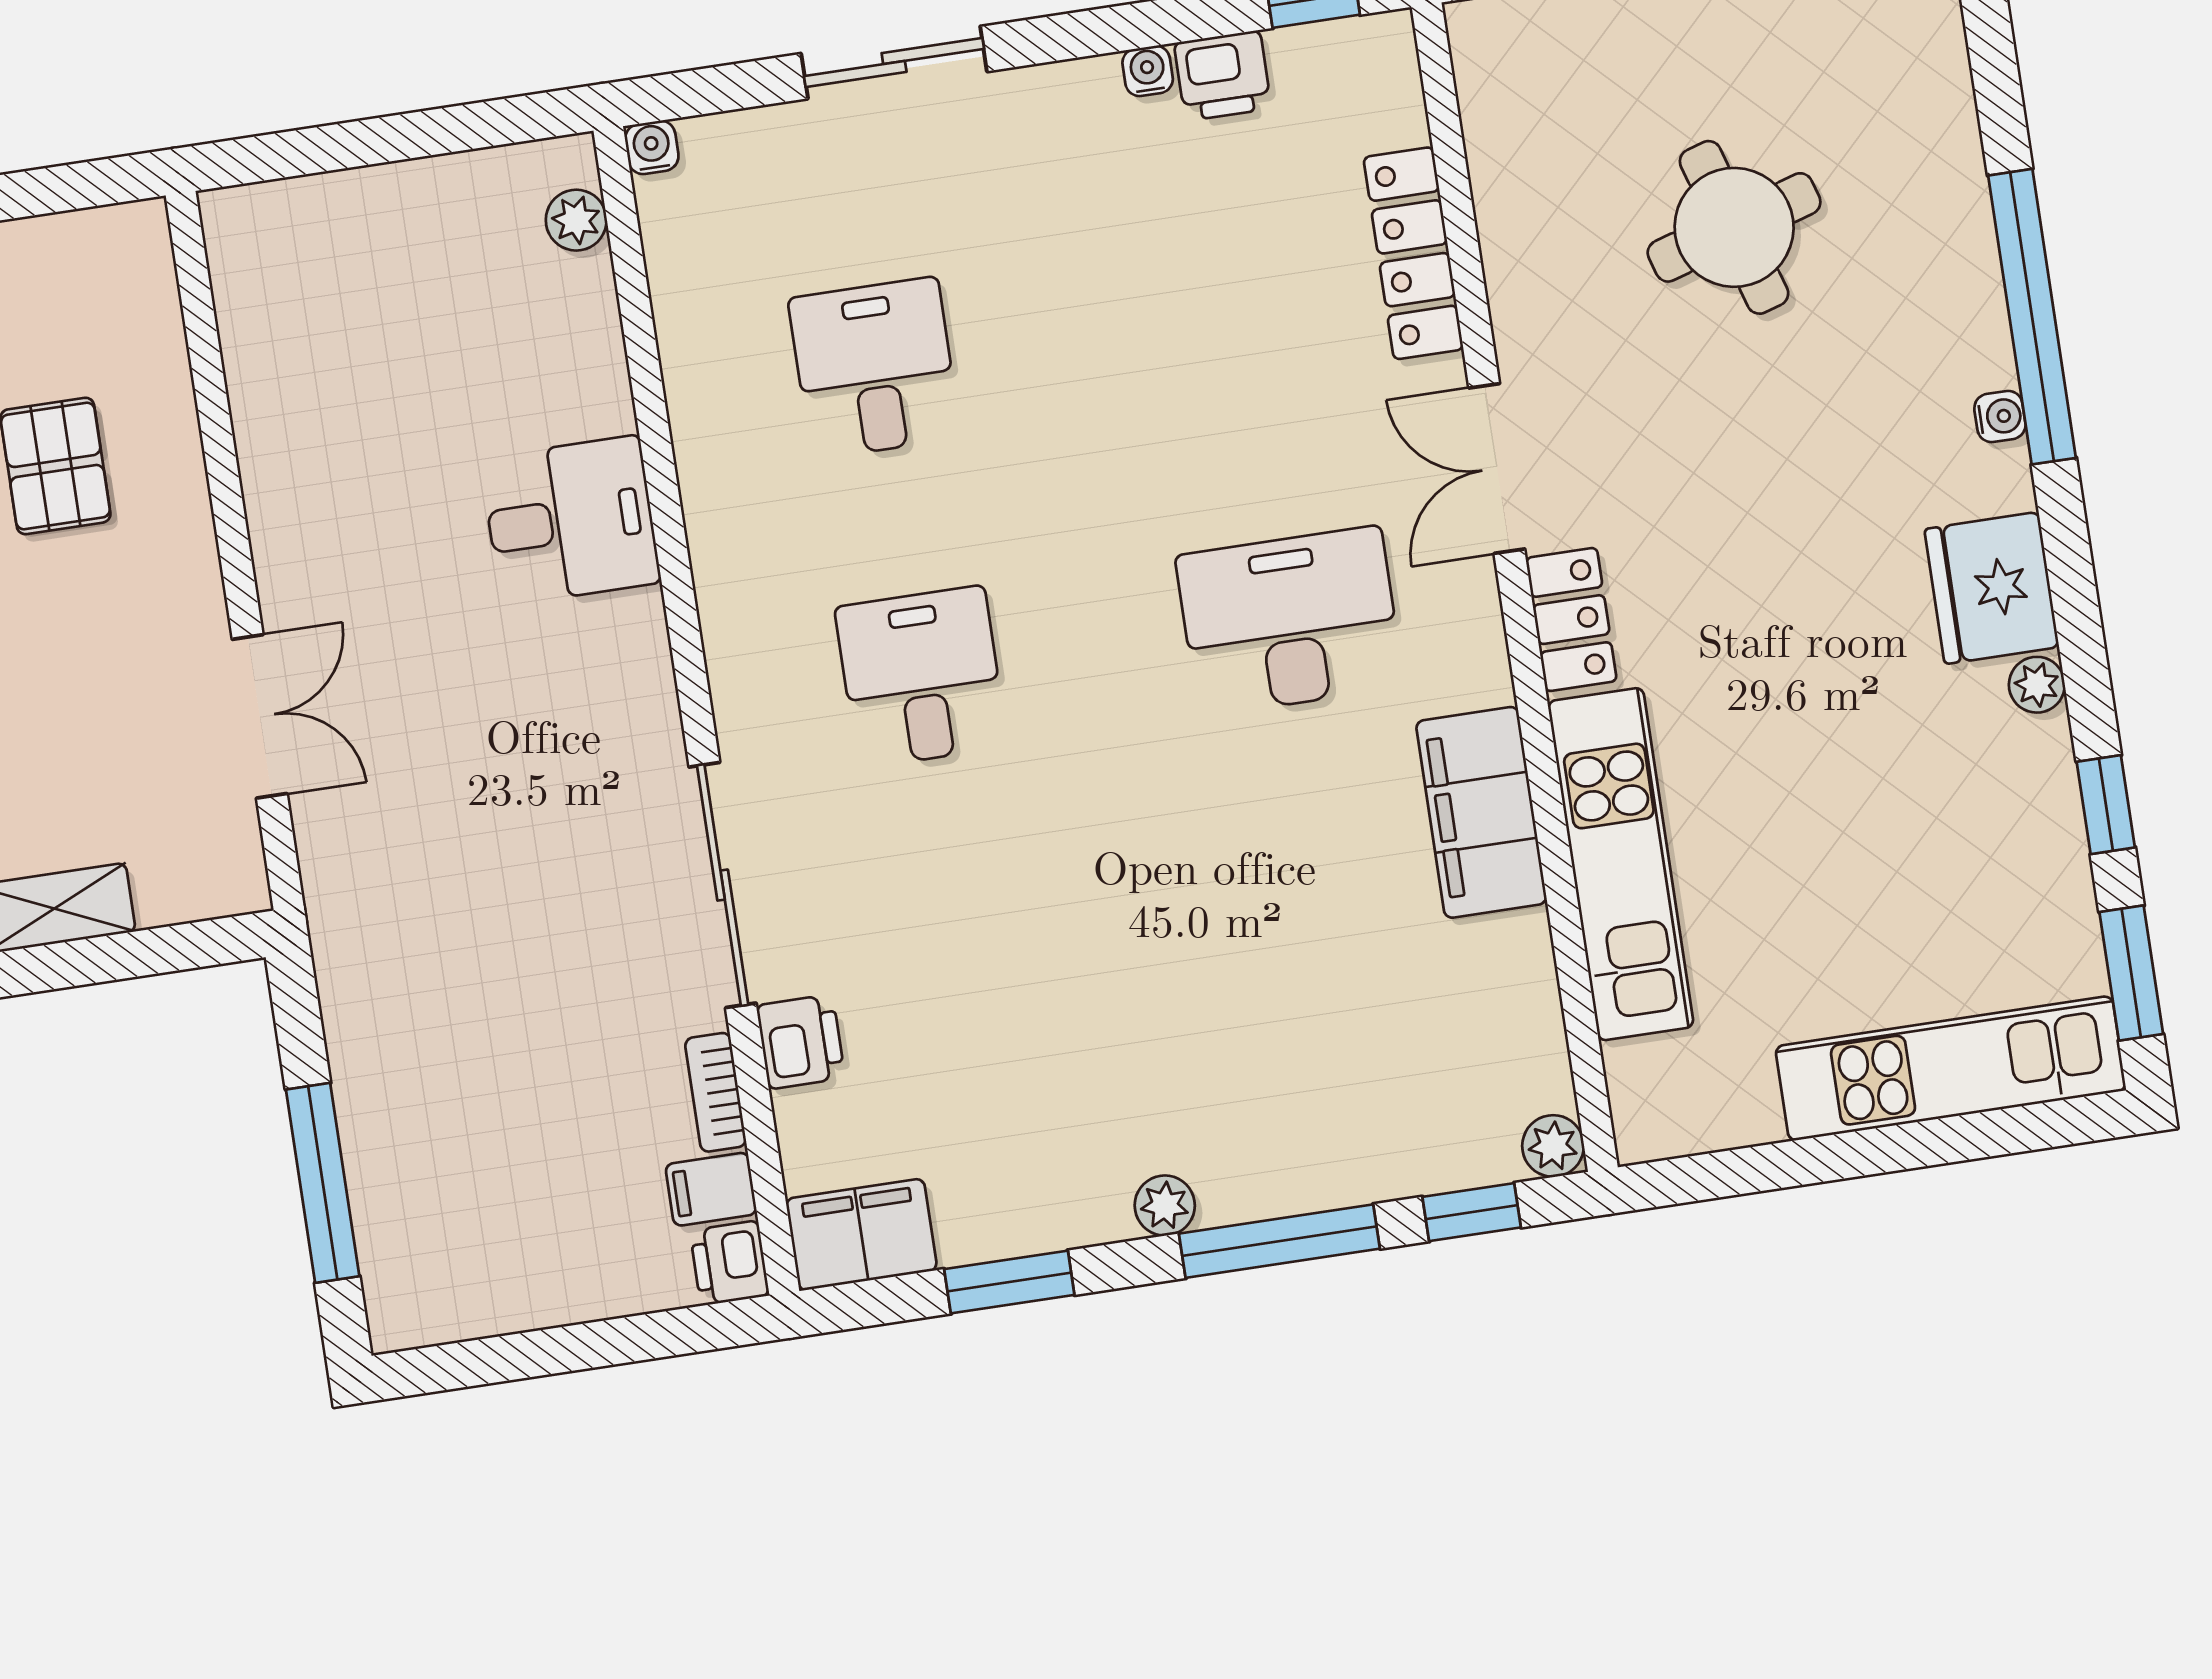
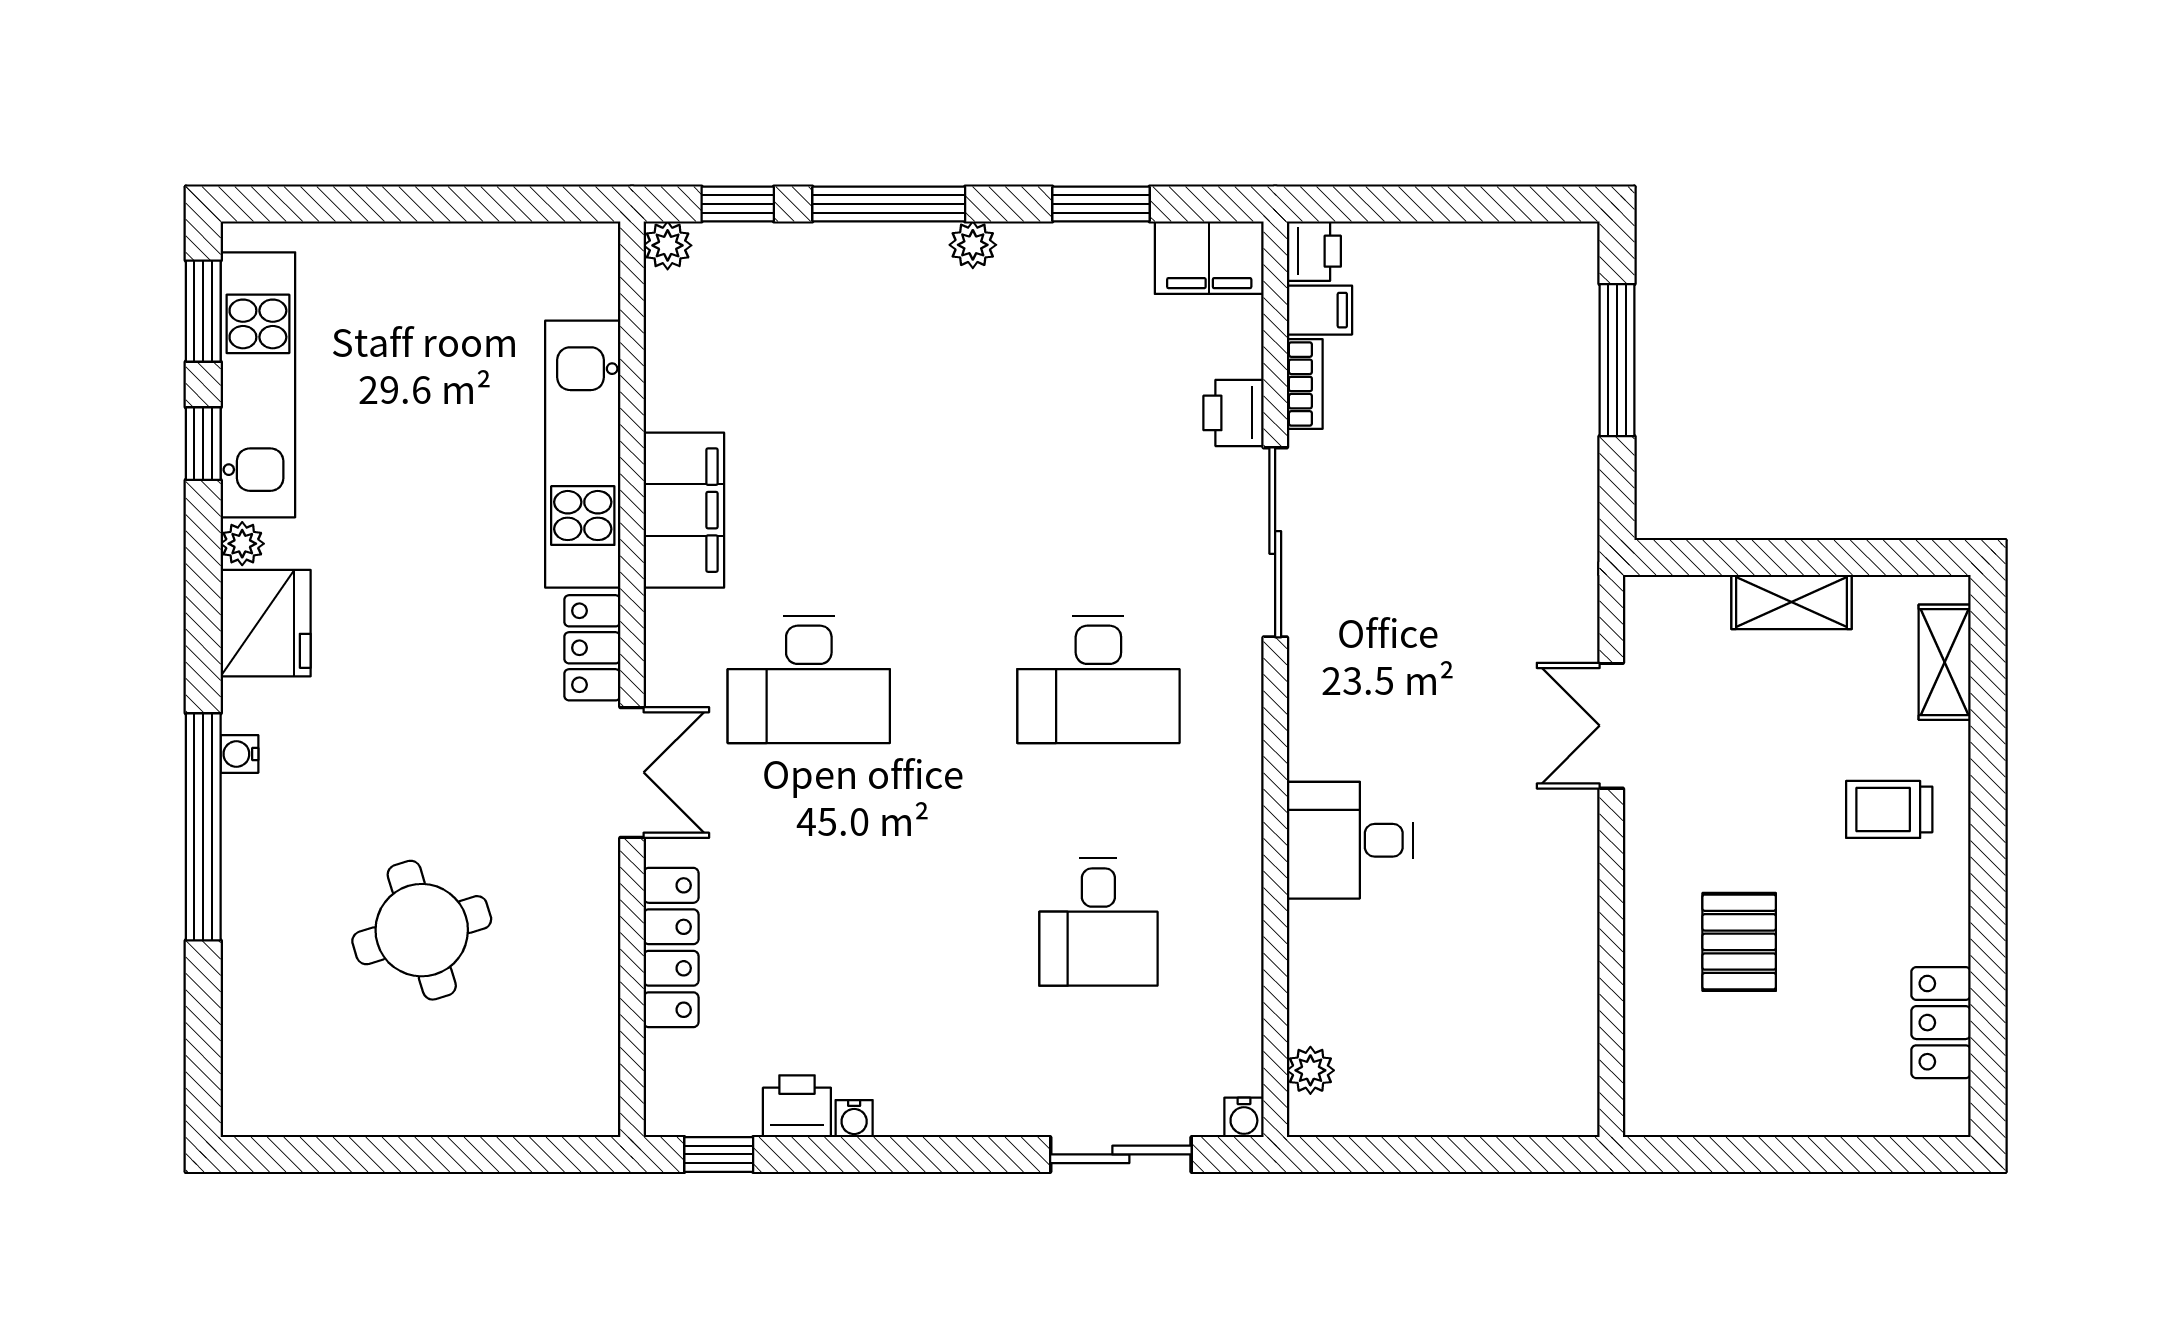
sliding door: (894, 63) -> (1121, 1154), moved
desk: (921, 677) -> (1098, 679), width x1.37
kitchen unit: (1951, 1068) -> (258, 385), moved, turned -90

